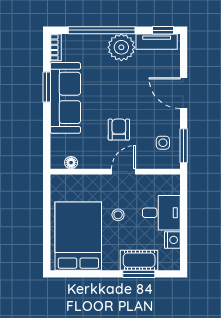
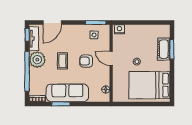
coffee table: (119, 90) -> (62, 61), added
door: (184, 93) -> (52, 23), moved
desk: (161, 213) -> (136, 36), removed
nightstand: (172, 240) -> (119, 29), moved

